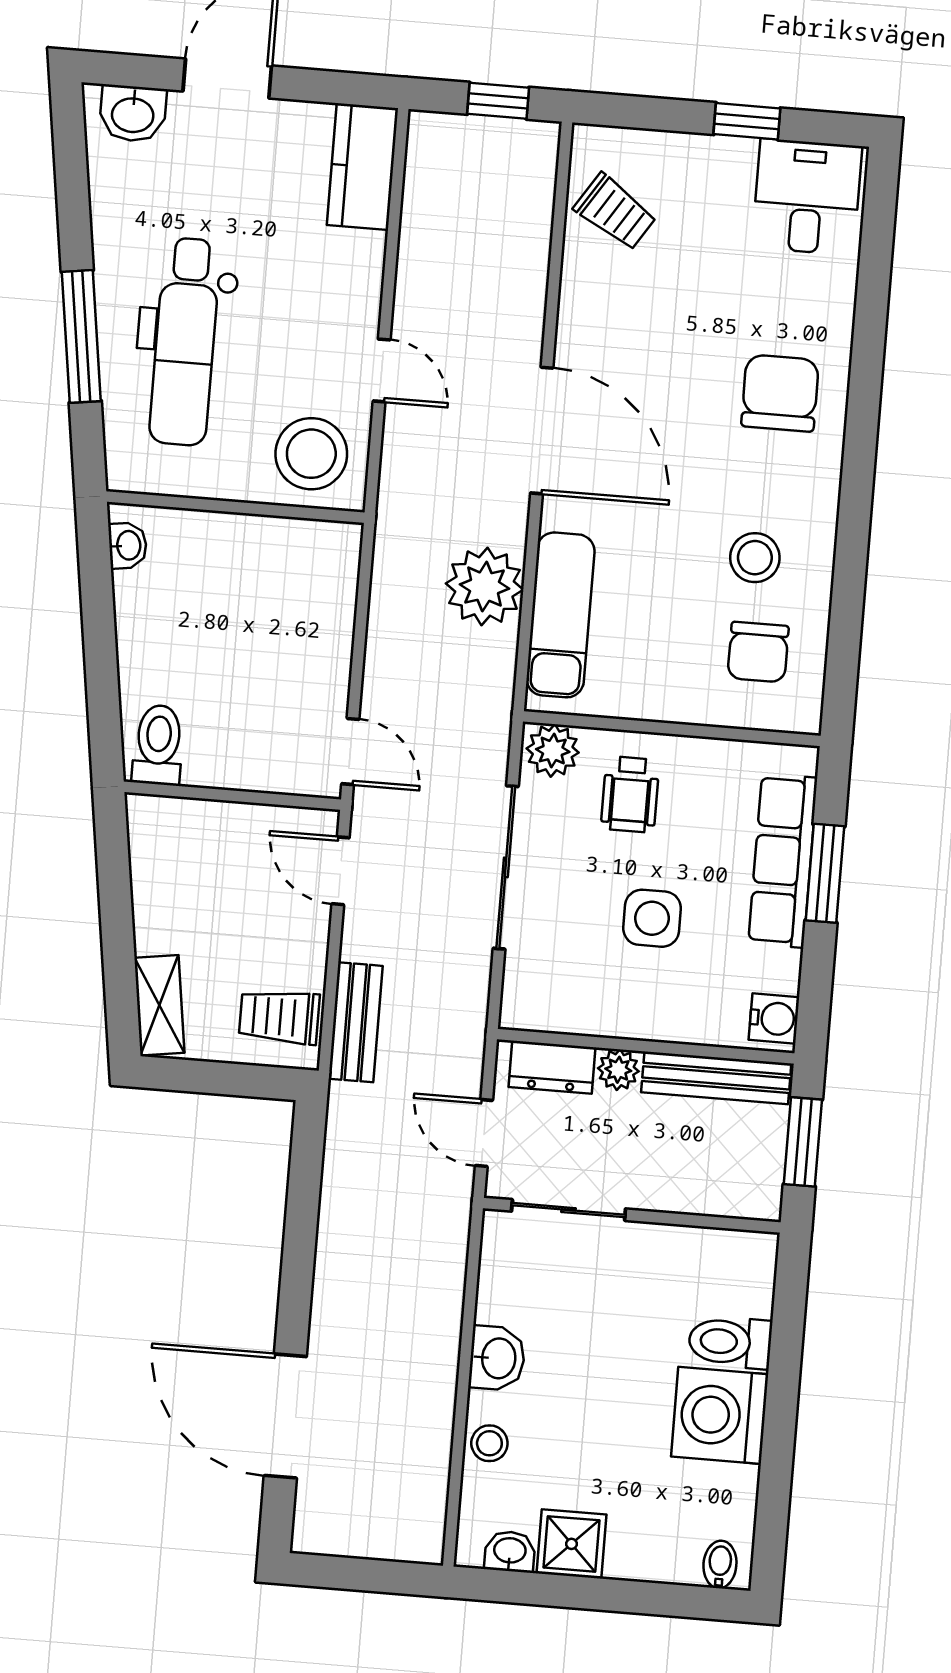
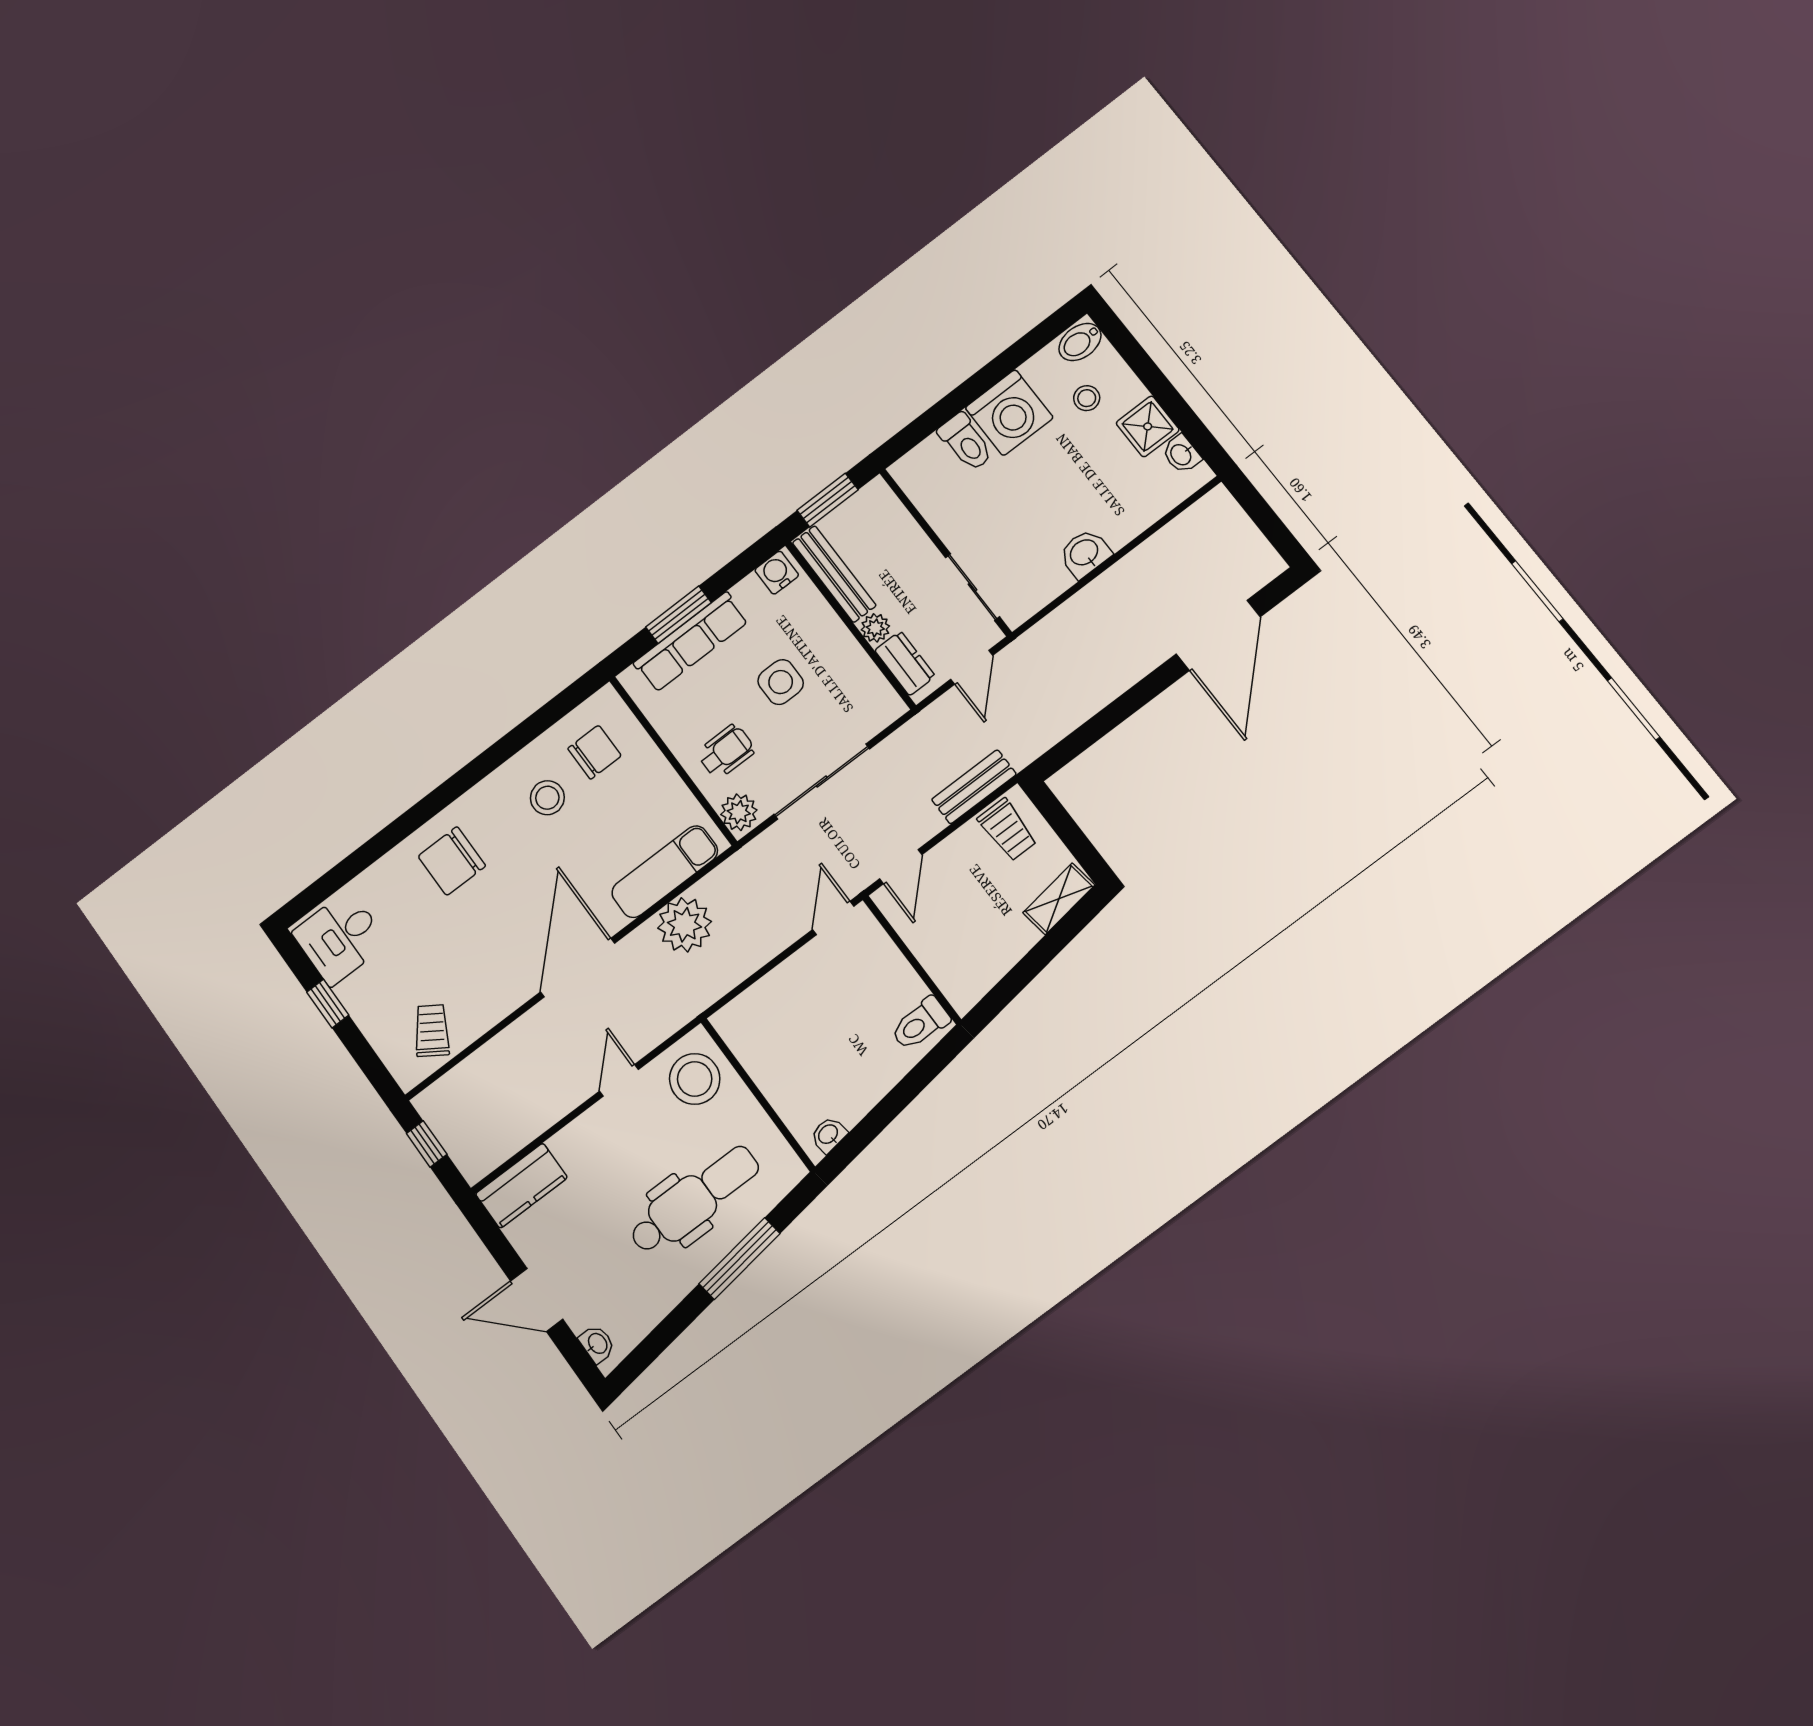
washbasin: (133, 114) -> (597, 1344), width x0.72, depth x0.69
stool: (489, 1443) -> (1087, 398), moved
bidet: (720, 1564) -> (1080, 342), width x1.38, depth x1.36

